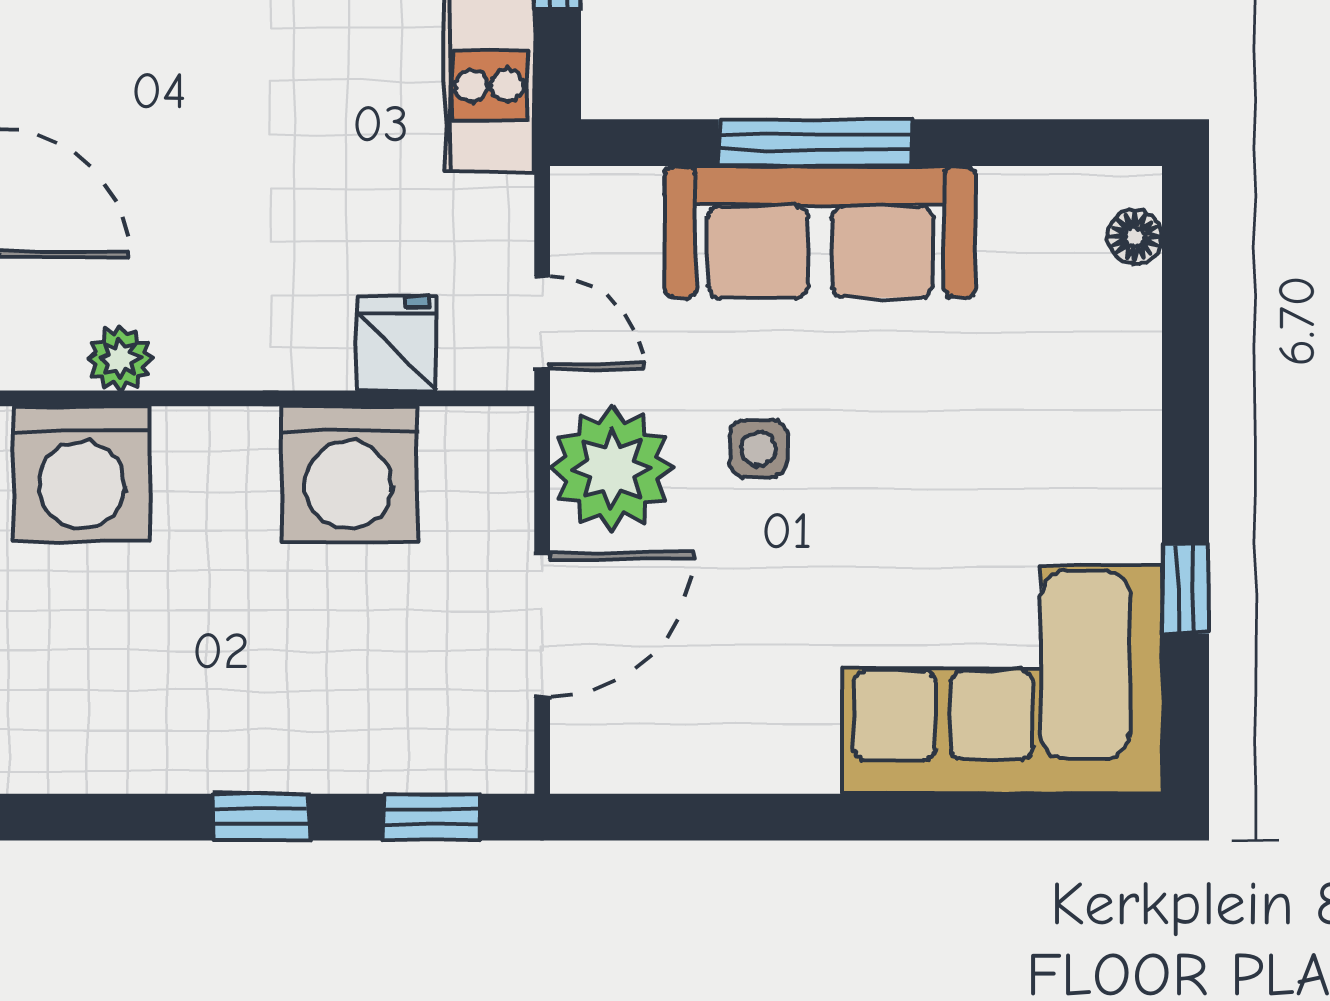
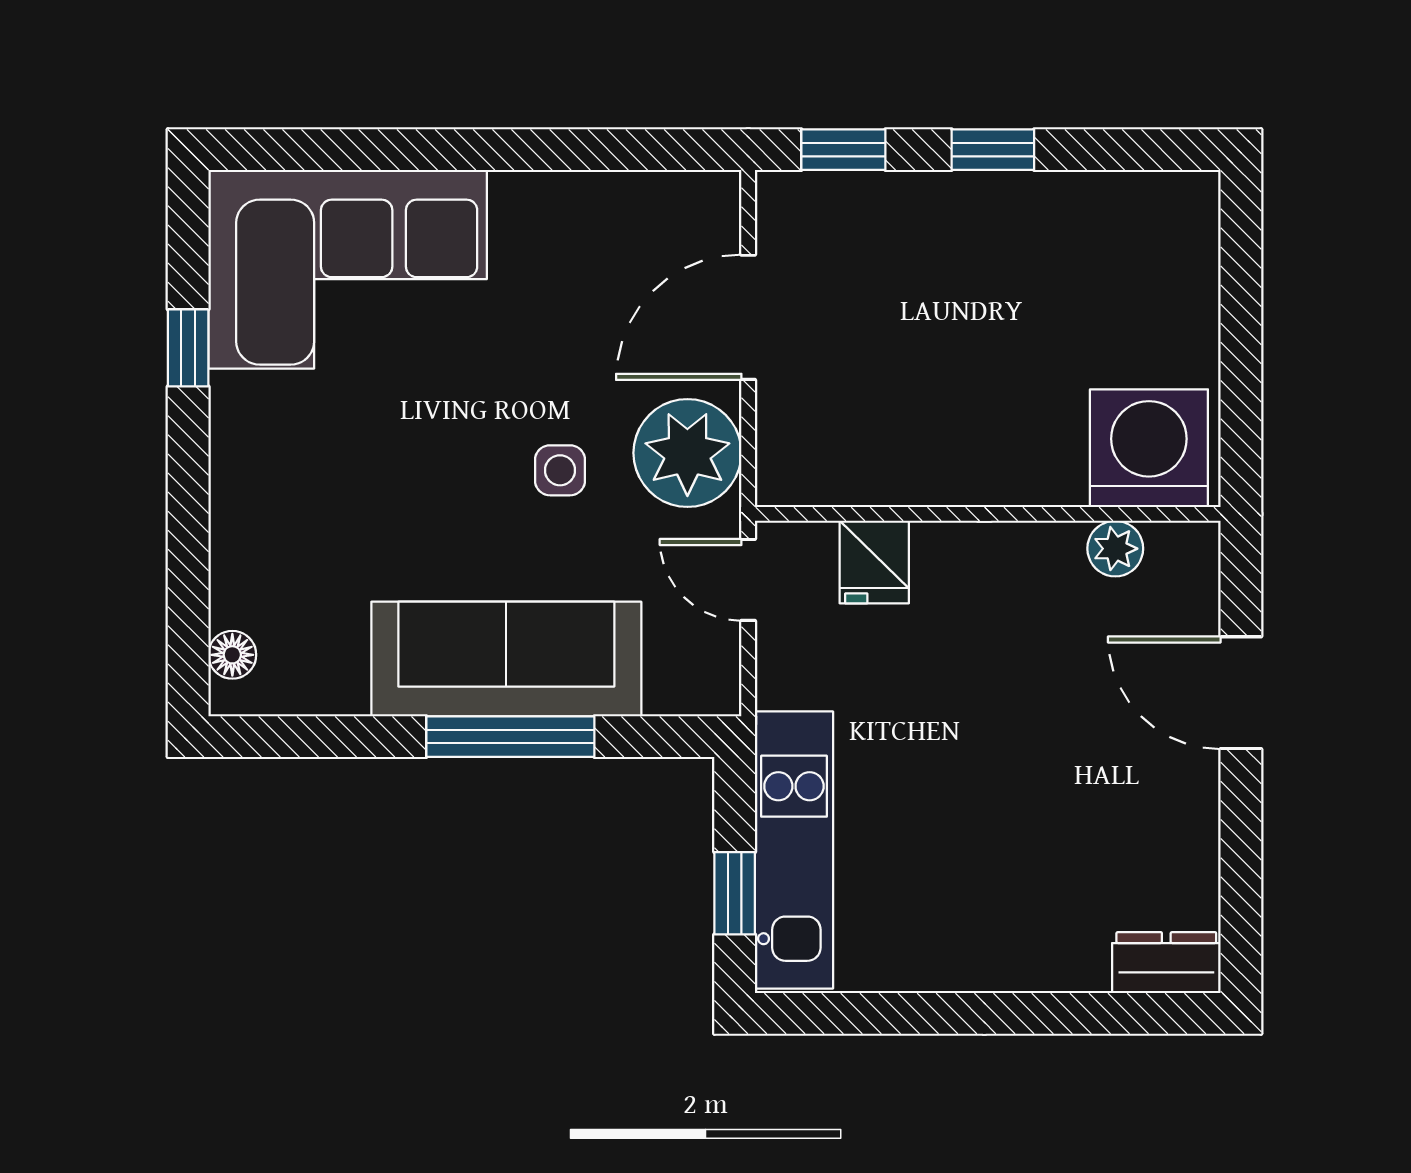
washing machine: (349, 474) -> (916, 448), removed

